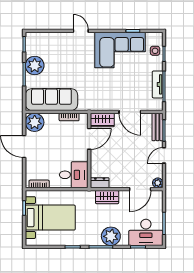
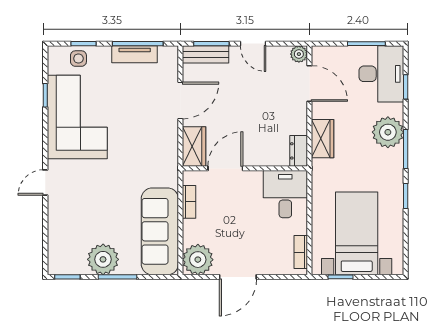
door: (89, 139) -> (225, 168), hinge flipped

